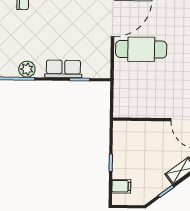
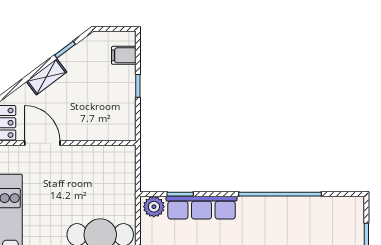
plant: (27, 69) -> (154, 207), moved
row of seats: (63, 69) -> (202, 208), width x1.48

